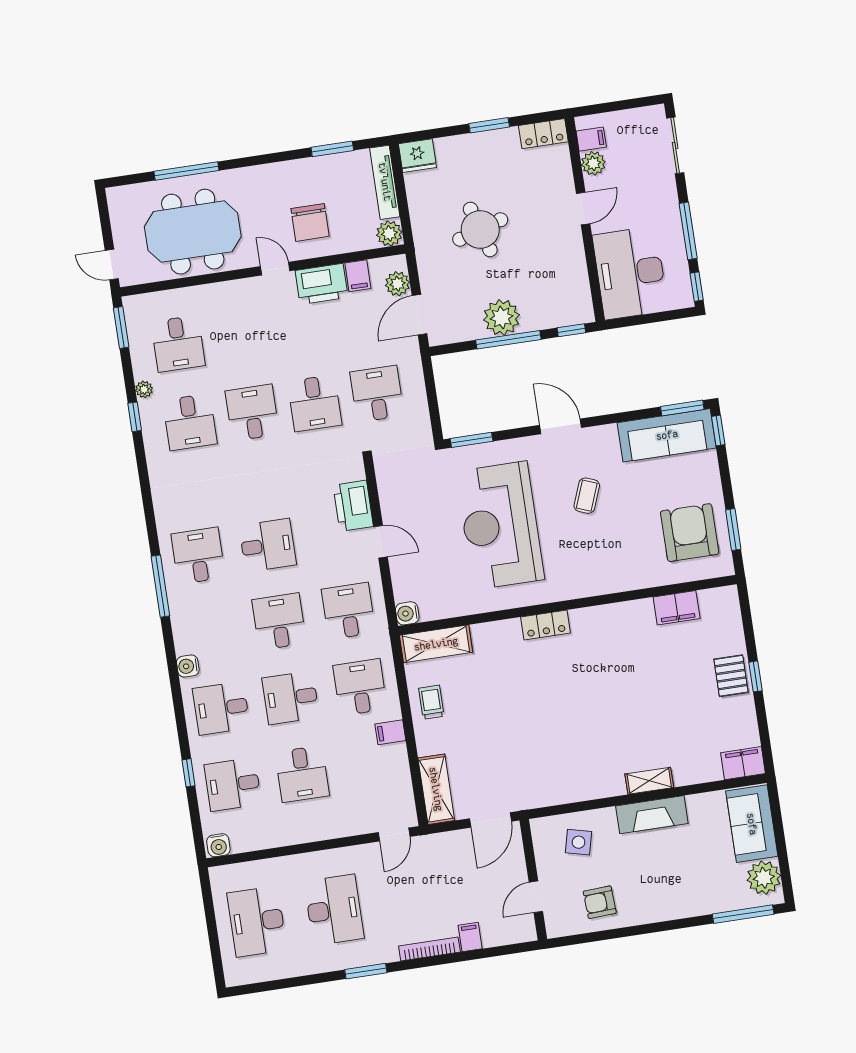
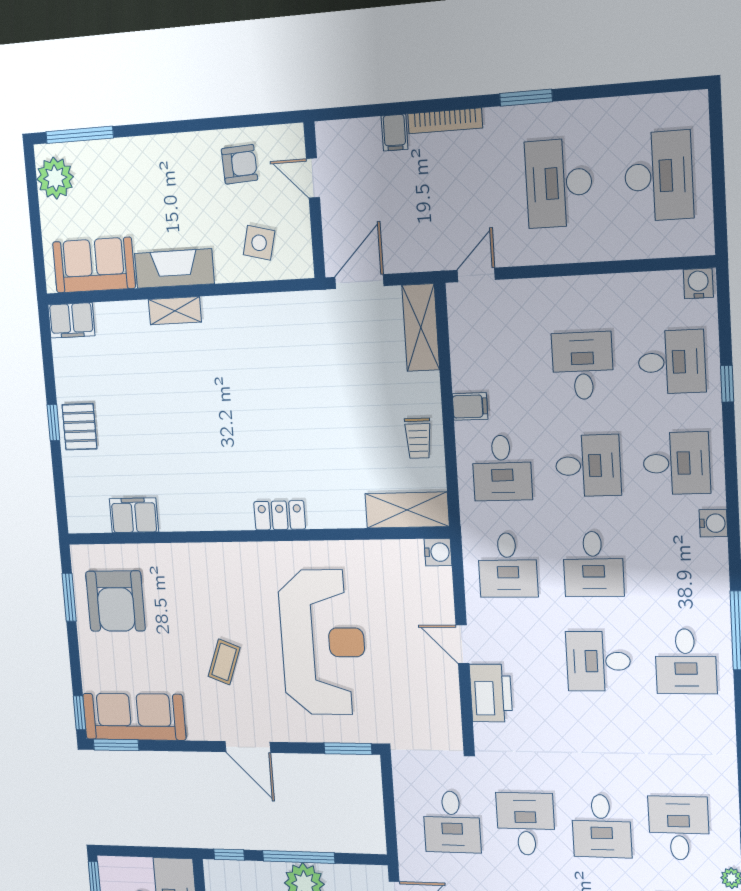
sofa: (752, 824) -> (94, 265), moved, turned -90
door: (536, 897) -> (313, 178), swing flipped

